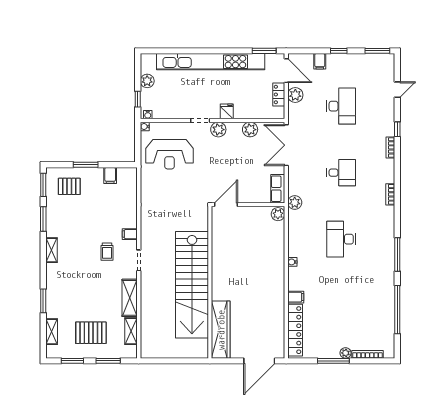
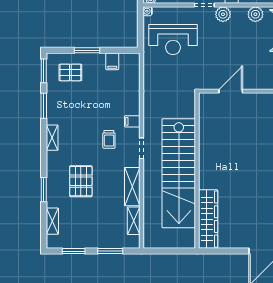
wall: (210, 282) -> (197, 171), moved
stairs: (192, 285) -> (179, 173), moved
wardrobe: (221, 330) -> (208, 219), moved
pallet: (91, 333) -> (81, 181), moved, turned 90

